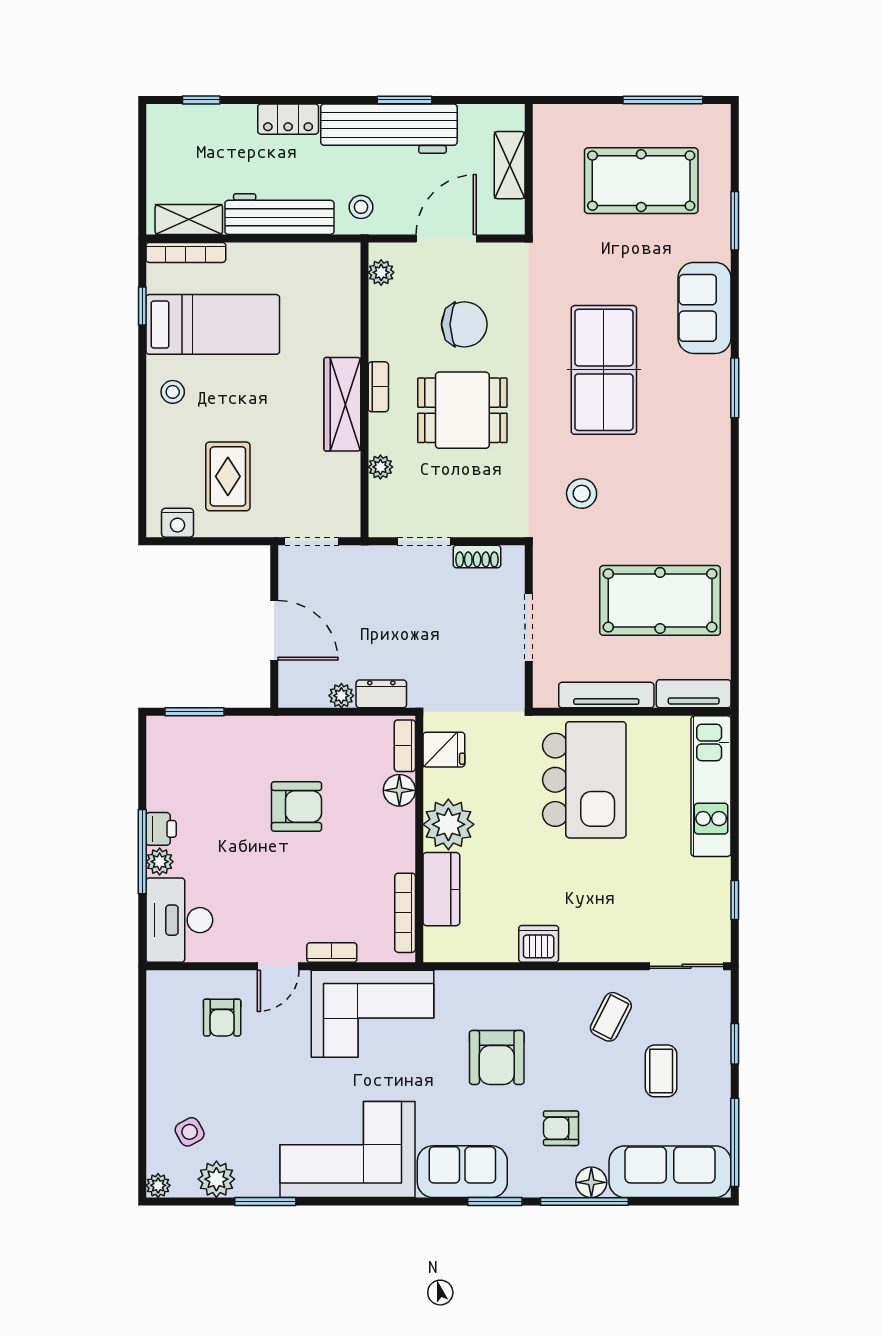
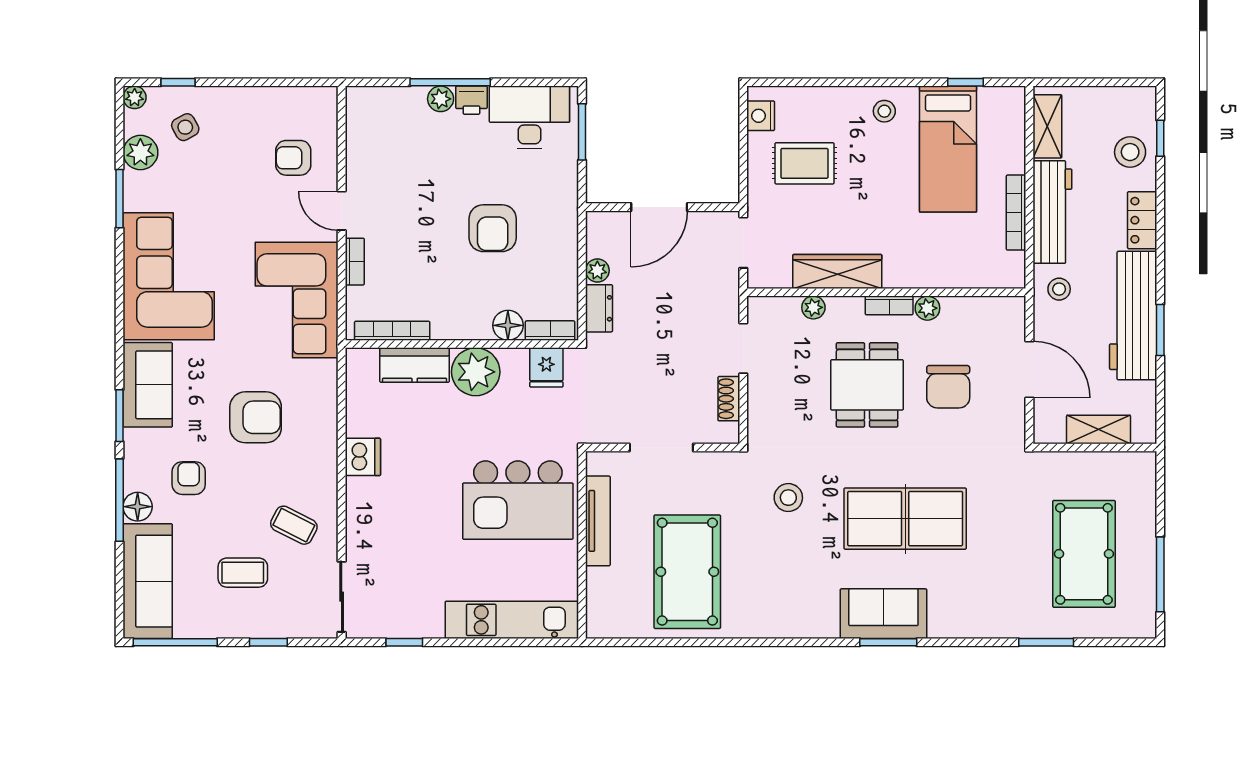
stool: (216, 132) -> (1130, 152), added
bookcase: (186, 252) -> (1016, 213), moved
plant: (381, 272) -> (927, 308), moved
sofa: (705, 308) -> (883, 614), moved
wardrobe: (342, 404) -> (837, 272), moved
tv unit: (694, 694) -> (599, 603), removed
desk: (179, 920) -> (529, 117), moved
armchair: (497, 1057) -> (256, 417), turned 180
window: (142, 1140) -> (178, 82), added

